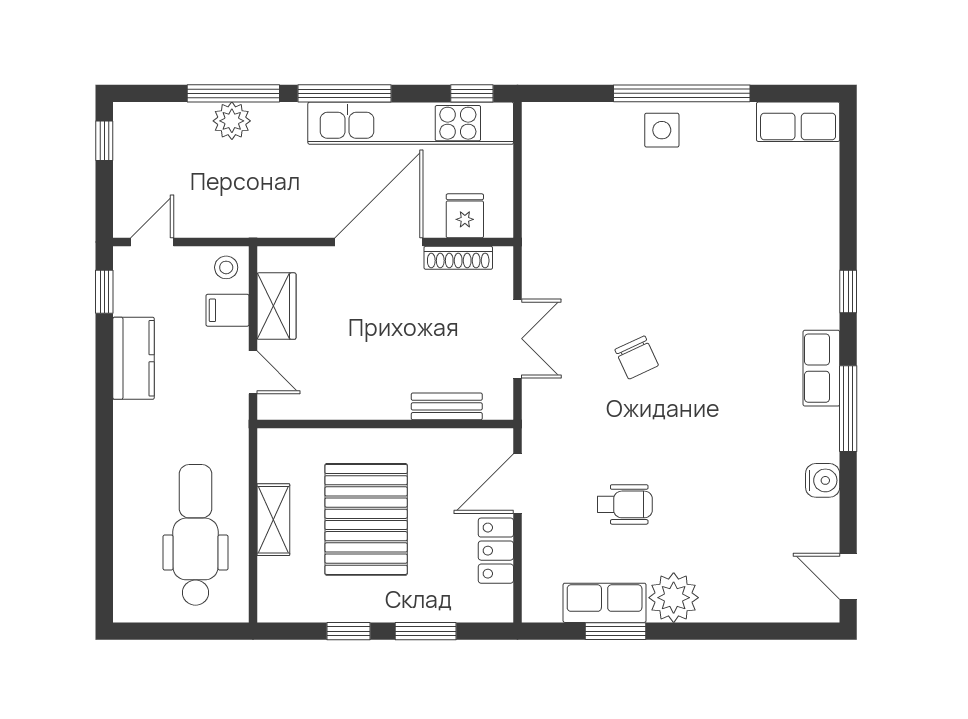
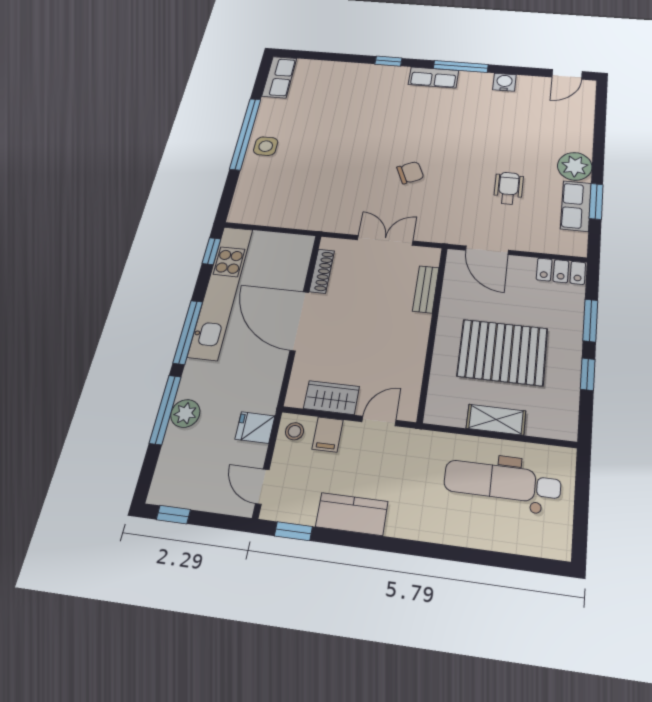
fridge: (465, 216) -> (255, 428), moved
locker: (496, 551) -> (561, 271), moved

